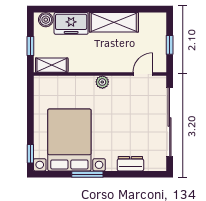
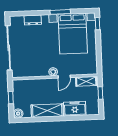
boiler: (46, 20) -> (18, 114), moved
door: (143, 74) -> (64, 77), moved

